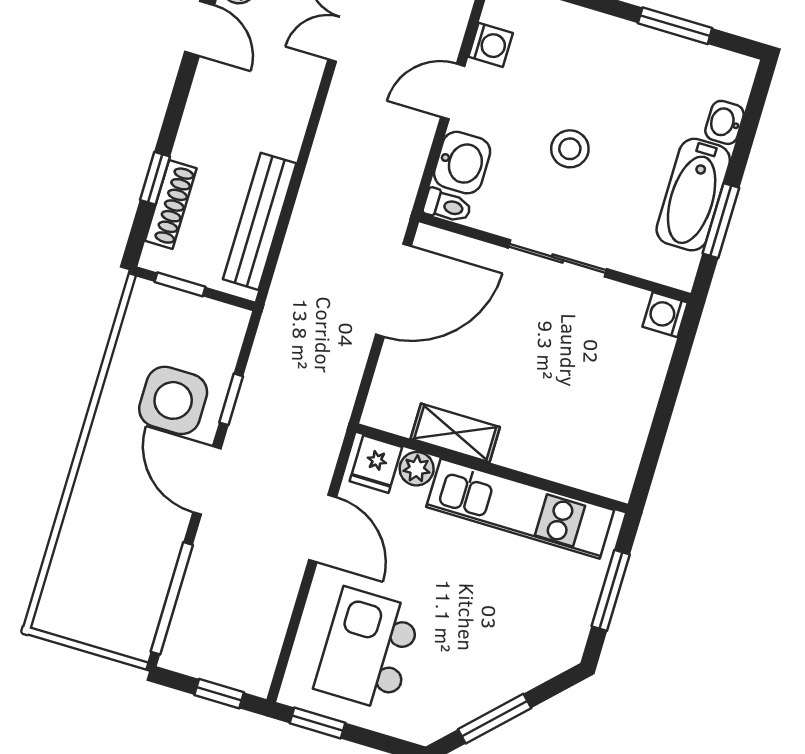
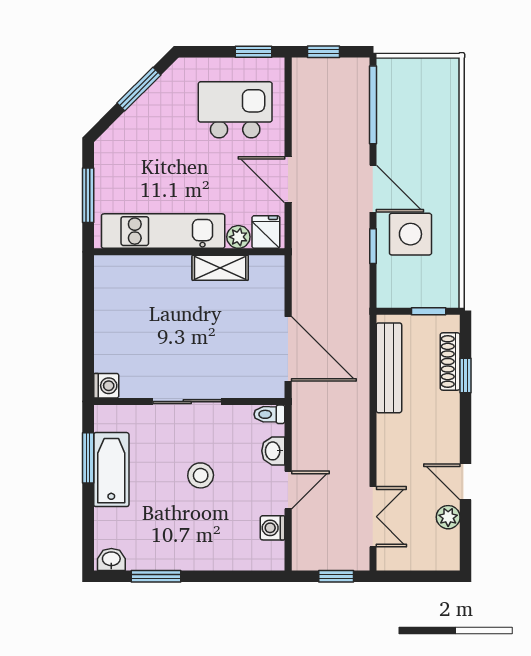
washbasin: (724, 122) -> (111, 559), moved, turned -90
washbasin: (462, 163) -> (273, 451), width x0.72, depth x0.69
door: (394, 290) -> (288, 349), swing flipped
kitchen island: (368, 649) -> (235, 110), turned -90

